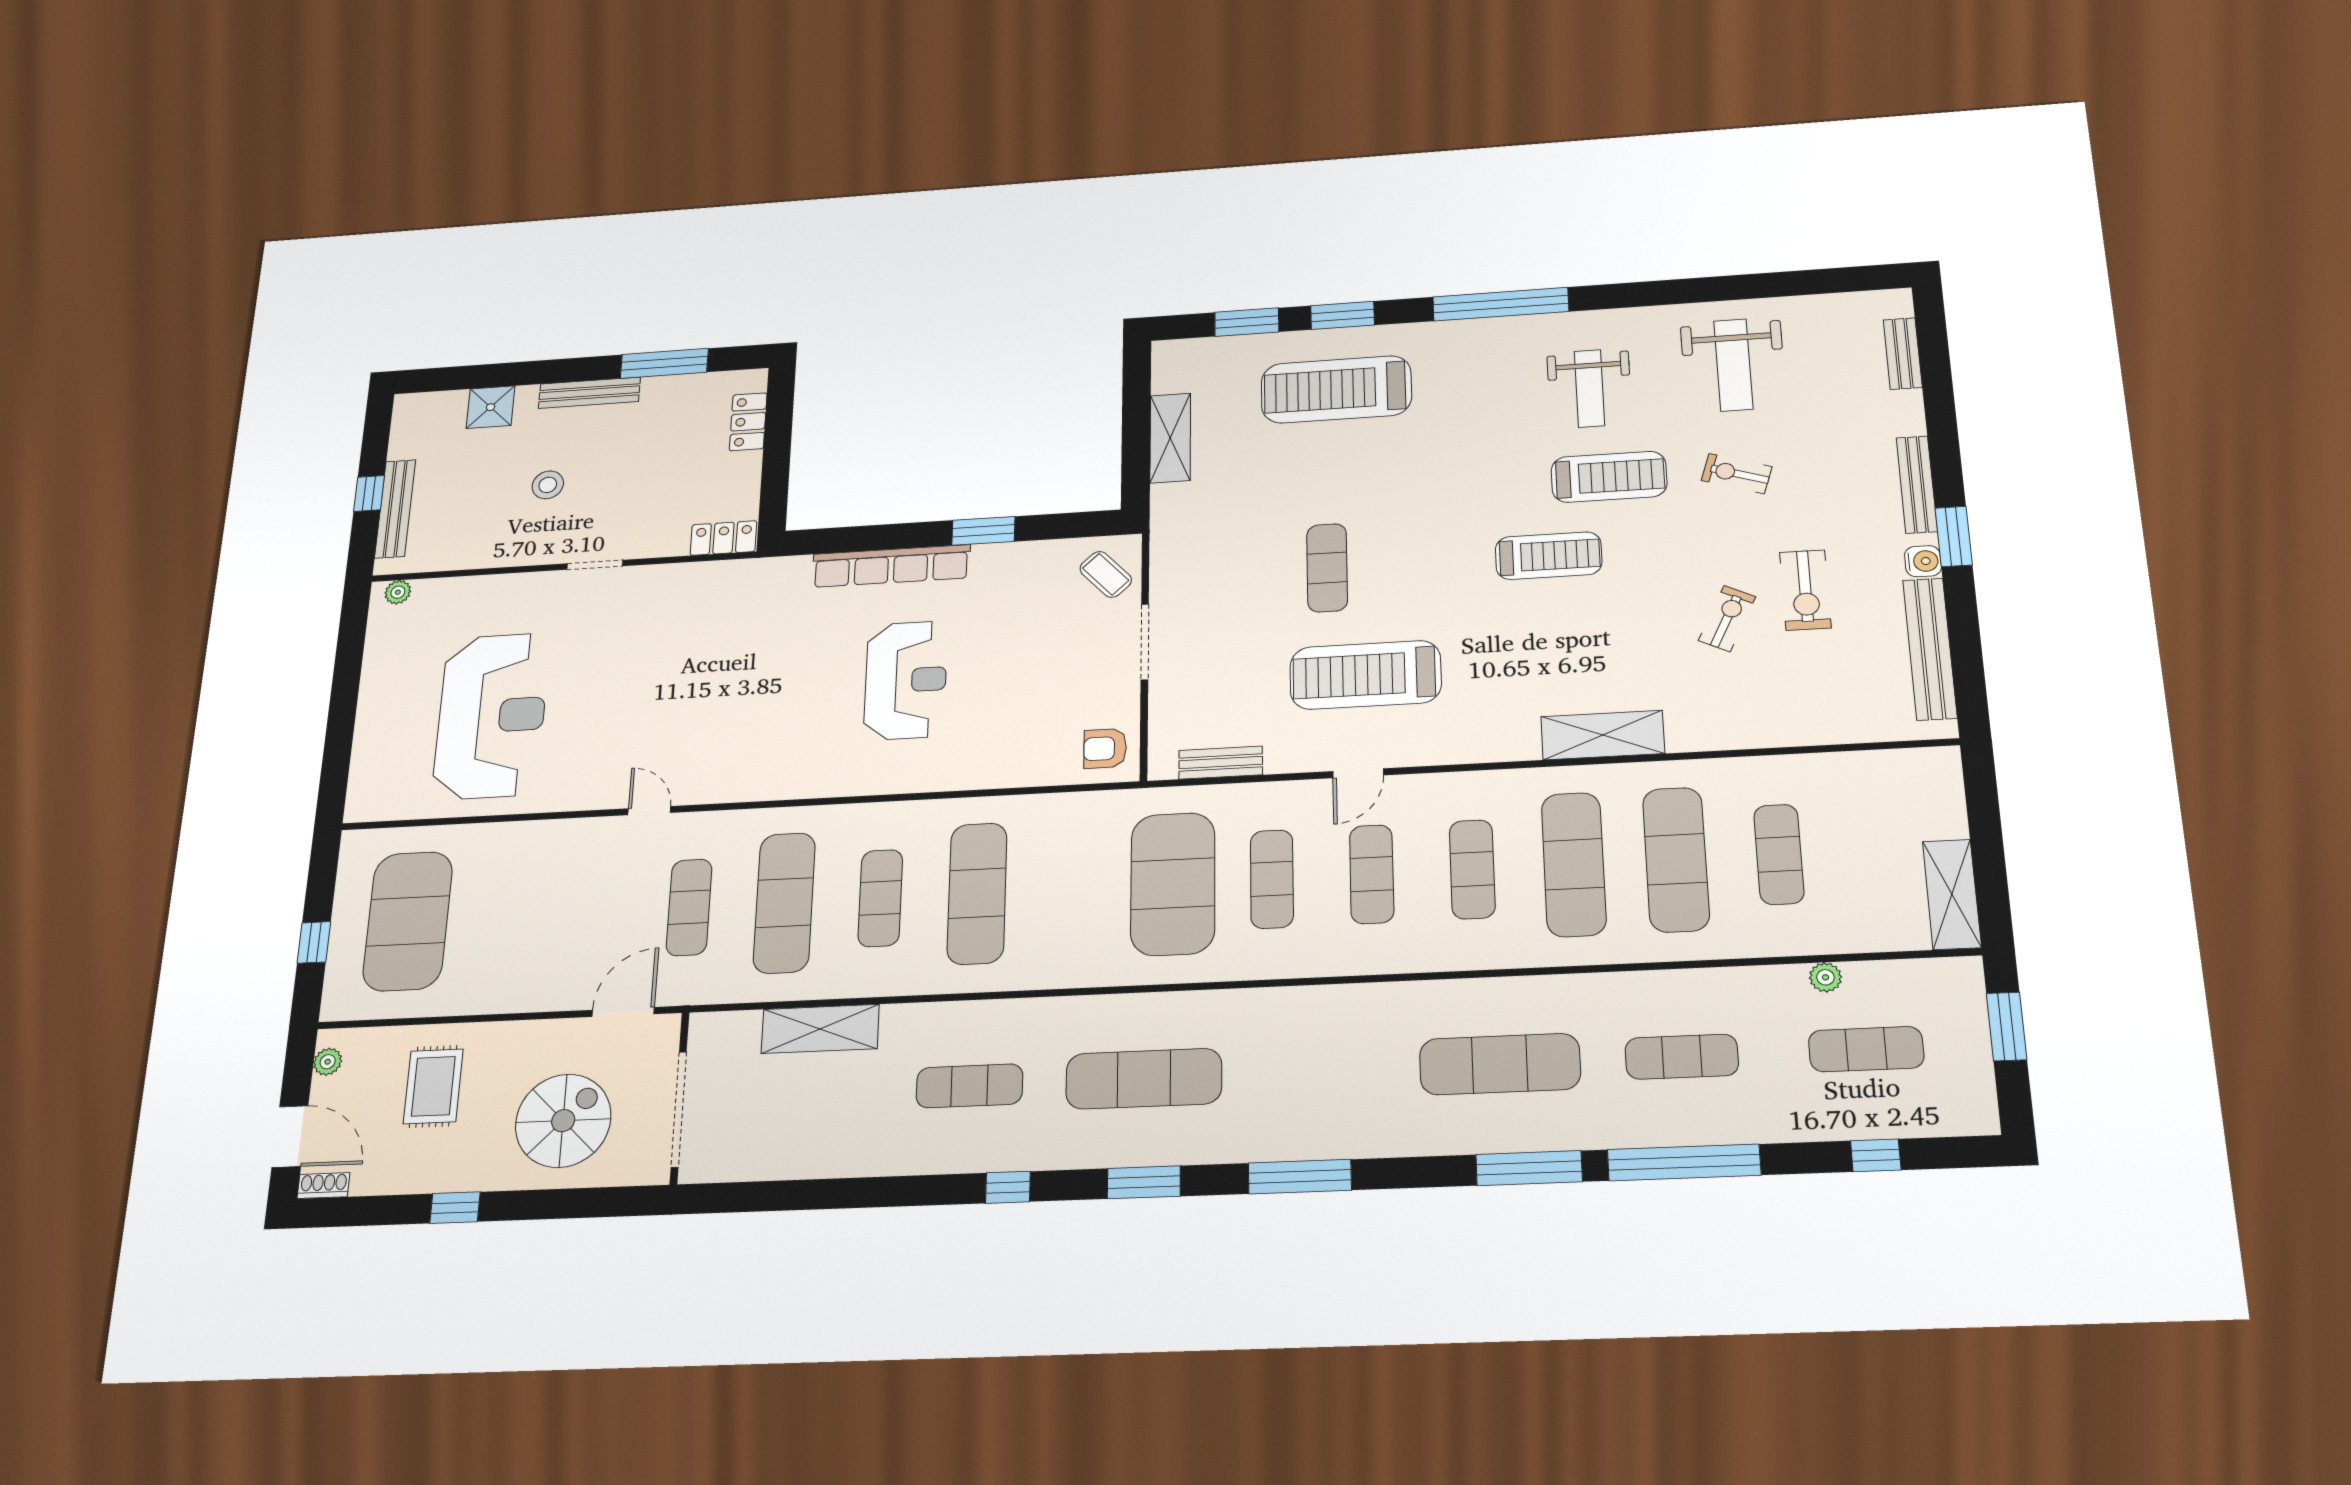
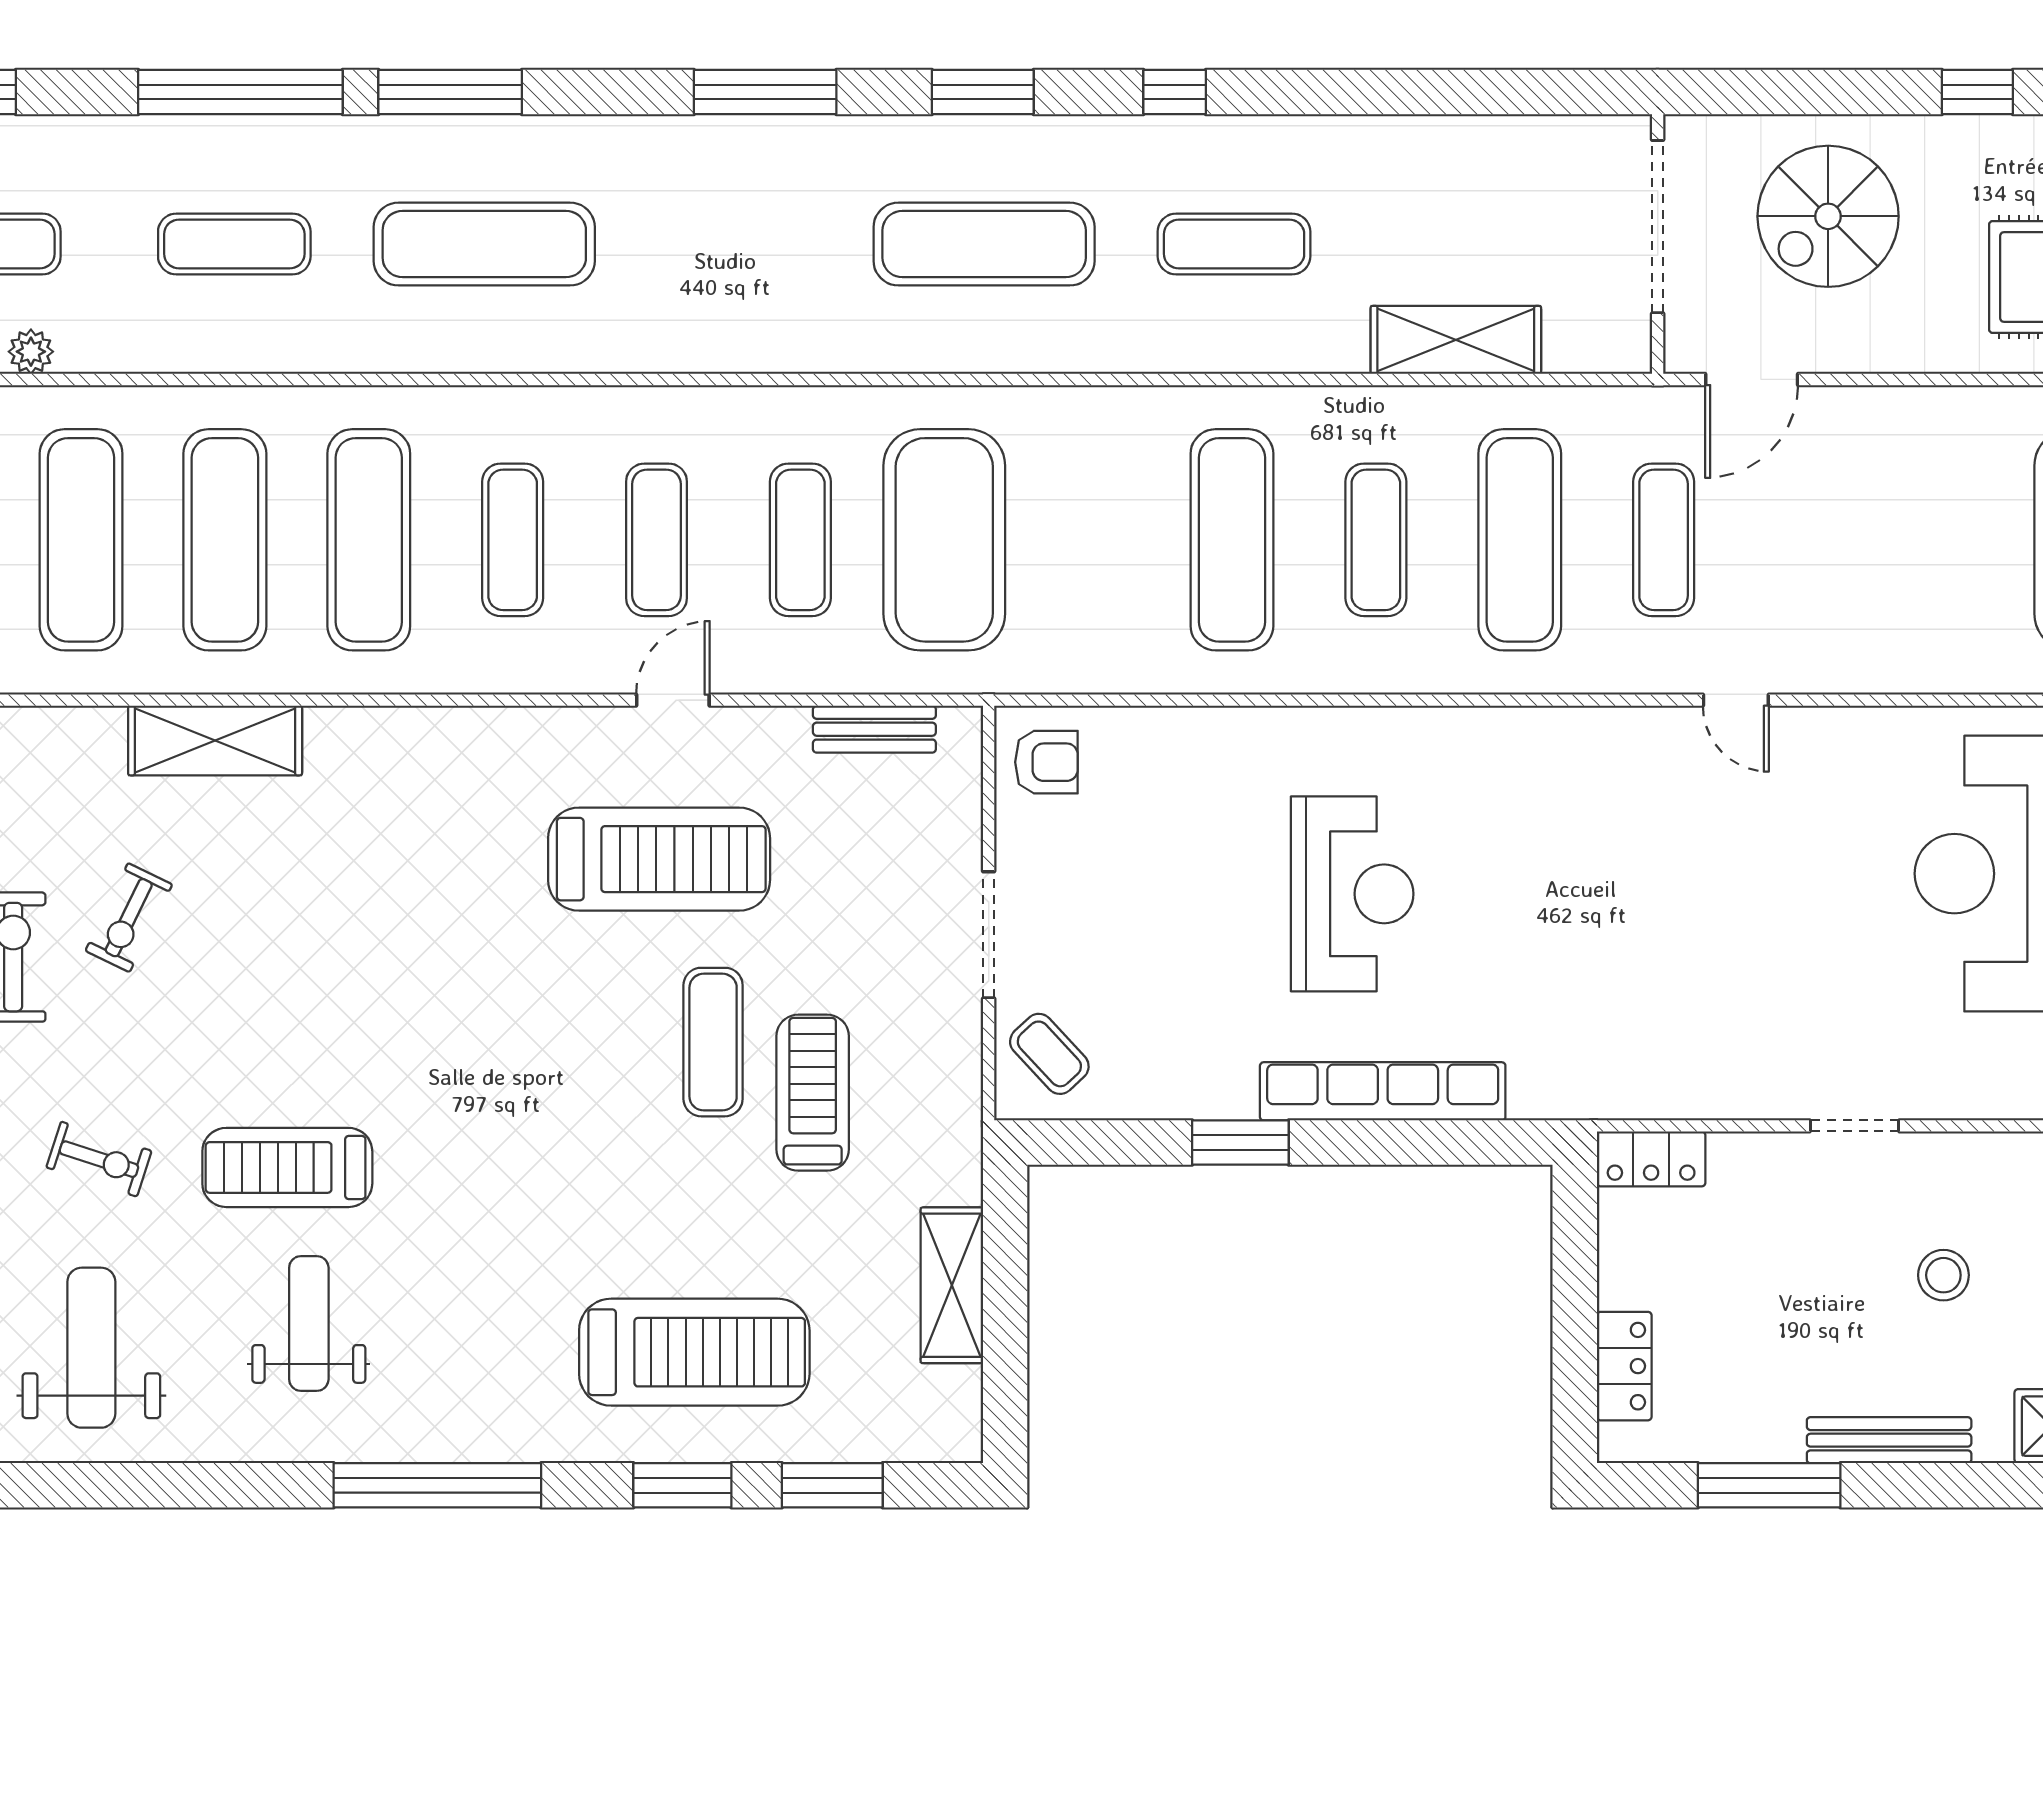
treadmill: (1549, 556) -> (813, 1093), moved, turned 90
reception desk: (906, 680) -> (1352, 894), turned 180
shelving: (1603, 735) -> (215, 741), moved
exercise mat: (1779, 854) -> (81, 540), width x1.36, depth x1.45

